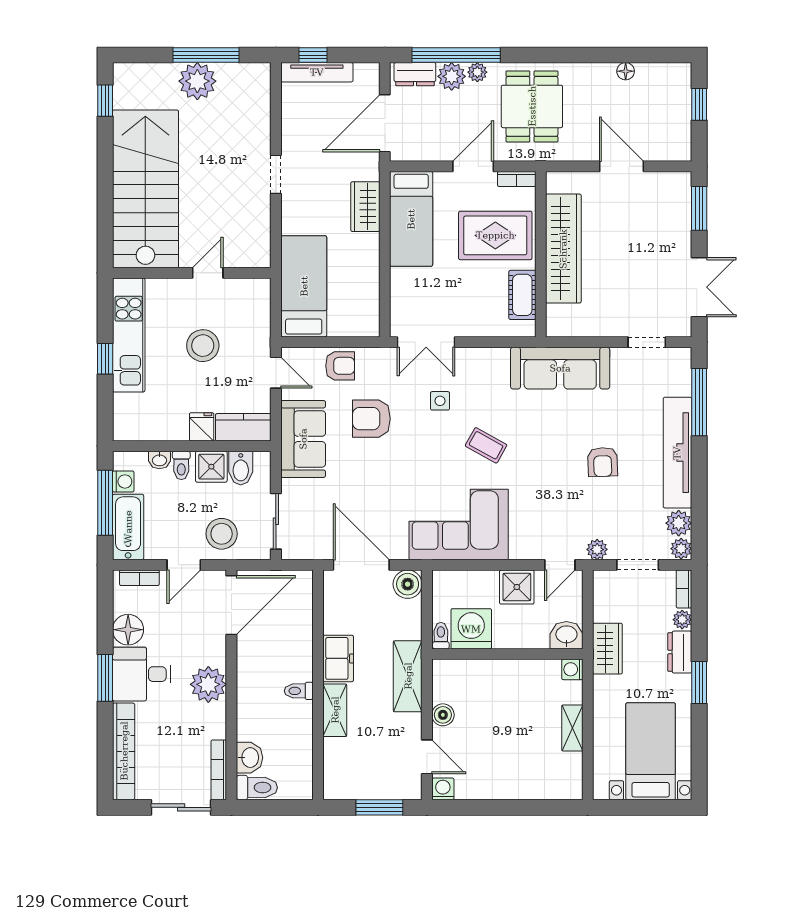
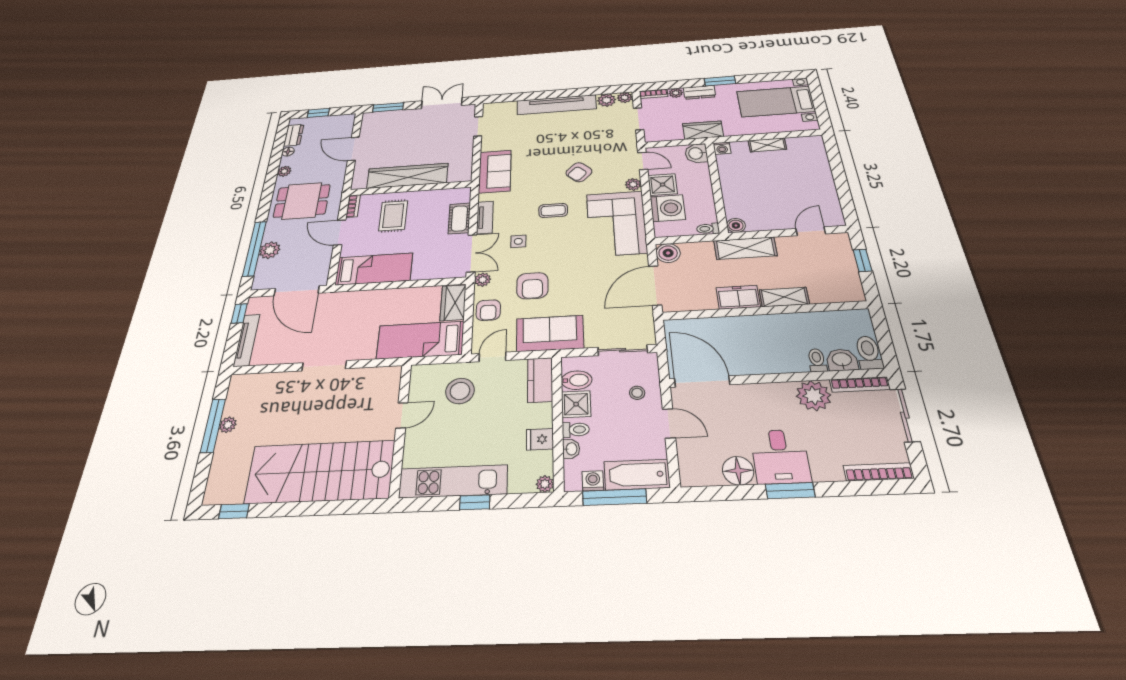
window: (313, 55) -> (239, 313), moved
plant: (477, 72) -> (284, 171), moved
dresser: (415, 74) -> (294, 135), moved
plant: (197, 81) -> (228, 425), width x0.53, depth x0.53
door: (621, 166) -> (353, 149), hinge flipped
doorway: (276, 174) -> (324, 366), width x1.38
wardrobe: (365, 207) -> (453, 303), moved, turned 90
rug: (495, 235) -> (393, 216), width x0.73, depth x0.70
door: (208, 273) -> (402, 415), swing flipped
cot: (522, 295) -> (459, 218), moved, turned 90
stool: (203, 346) -> (460, 391), moved
plant: (385, 357) -> (483, 280), added
tv unit: (482, 357) -> (485, 217), added
armchair: (340, 366) -> (488, 310), turned 180
sofa: (560, 368) -> (495, 171), width x0.73
window: (699, 402) -> (521, 97), removed
fridge: (202, 427) -> (540, 439), moved
plant: (122, 432) -> (545, 484), added
coffee table: (486, 445) -> (553, 210), turned 61
armchair: (603, 462) -> (579, 172), moved, turned 135
stool: (222, 534) -> (637, 393), width x0.53, depth x0.53
plant: (597, 549) -> (633, 184), moved
bookcase: (139, 578) -> (685, 462), removed
washing machine: (471, 629) -> (668, 208), moved, turned 180
plant: (208, 684) -> (814, 396), moved
toilet: (299, 691) -> (817, 360), moved, turned 180
boiler: (443, 715) -> (736, 225), moved
bookcase: (124, 751) -> (878, 472), width x0.68, depth x0.76
washing machine: (443, 789) -> (835, 219), removed
window: (379, 807) -> (862, 260), width x0.67

